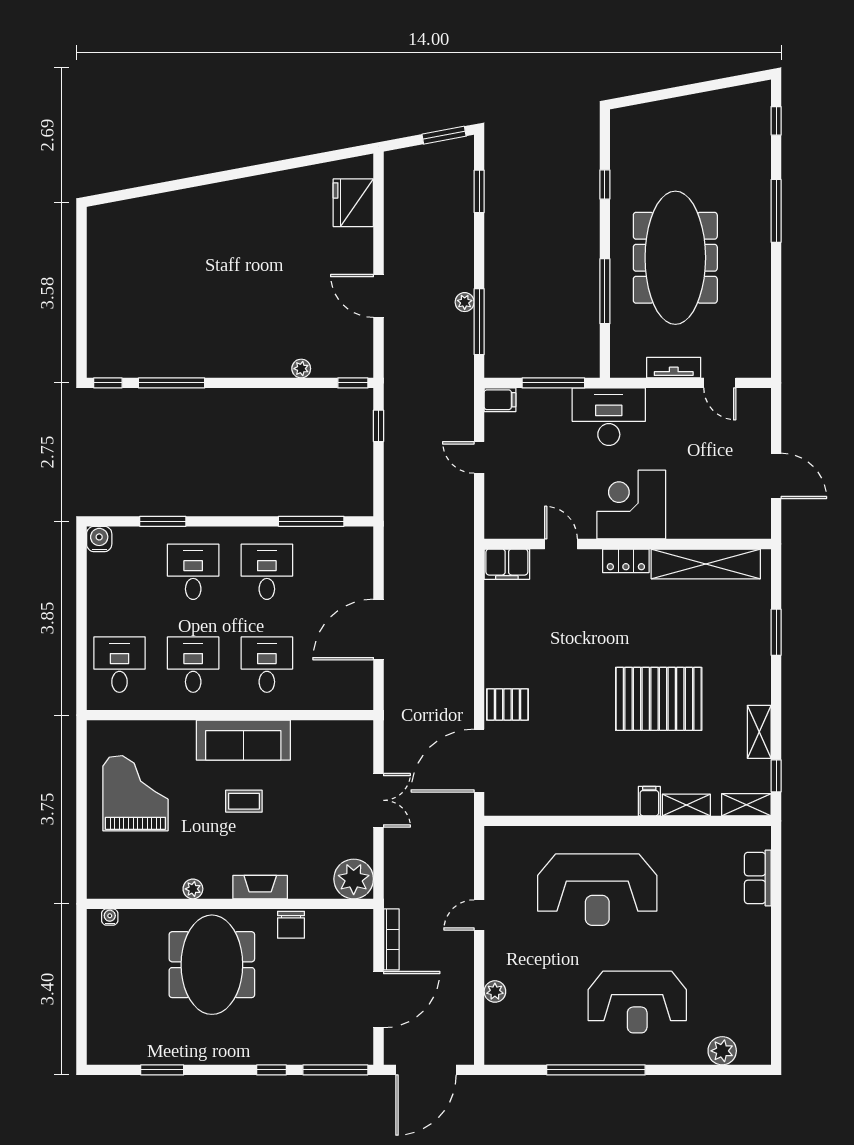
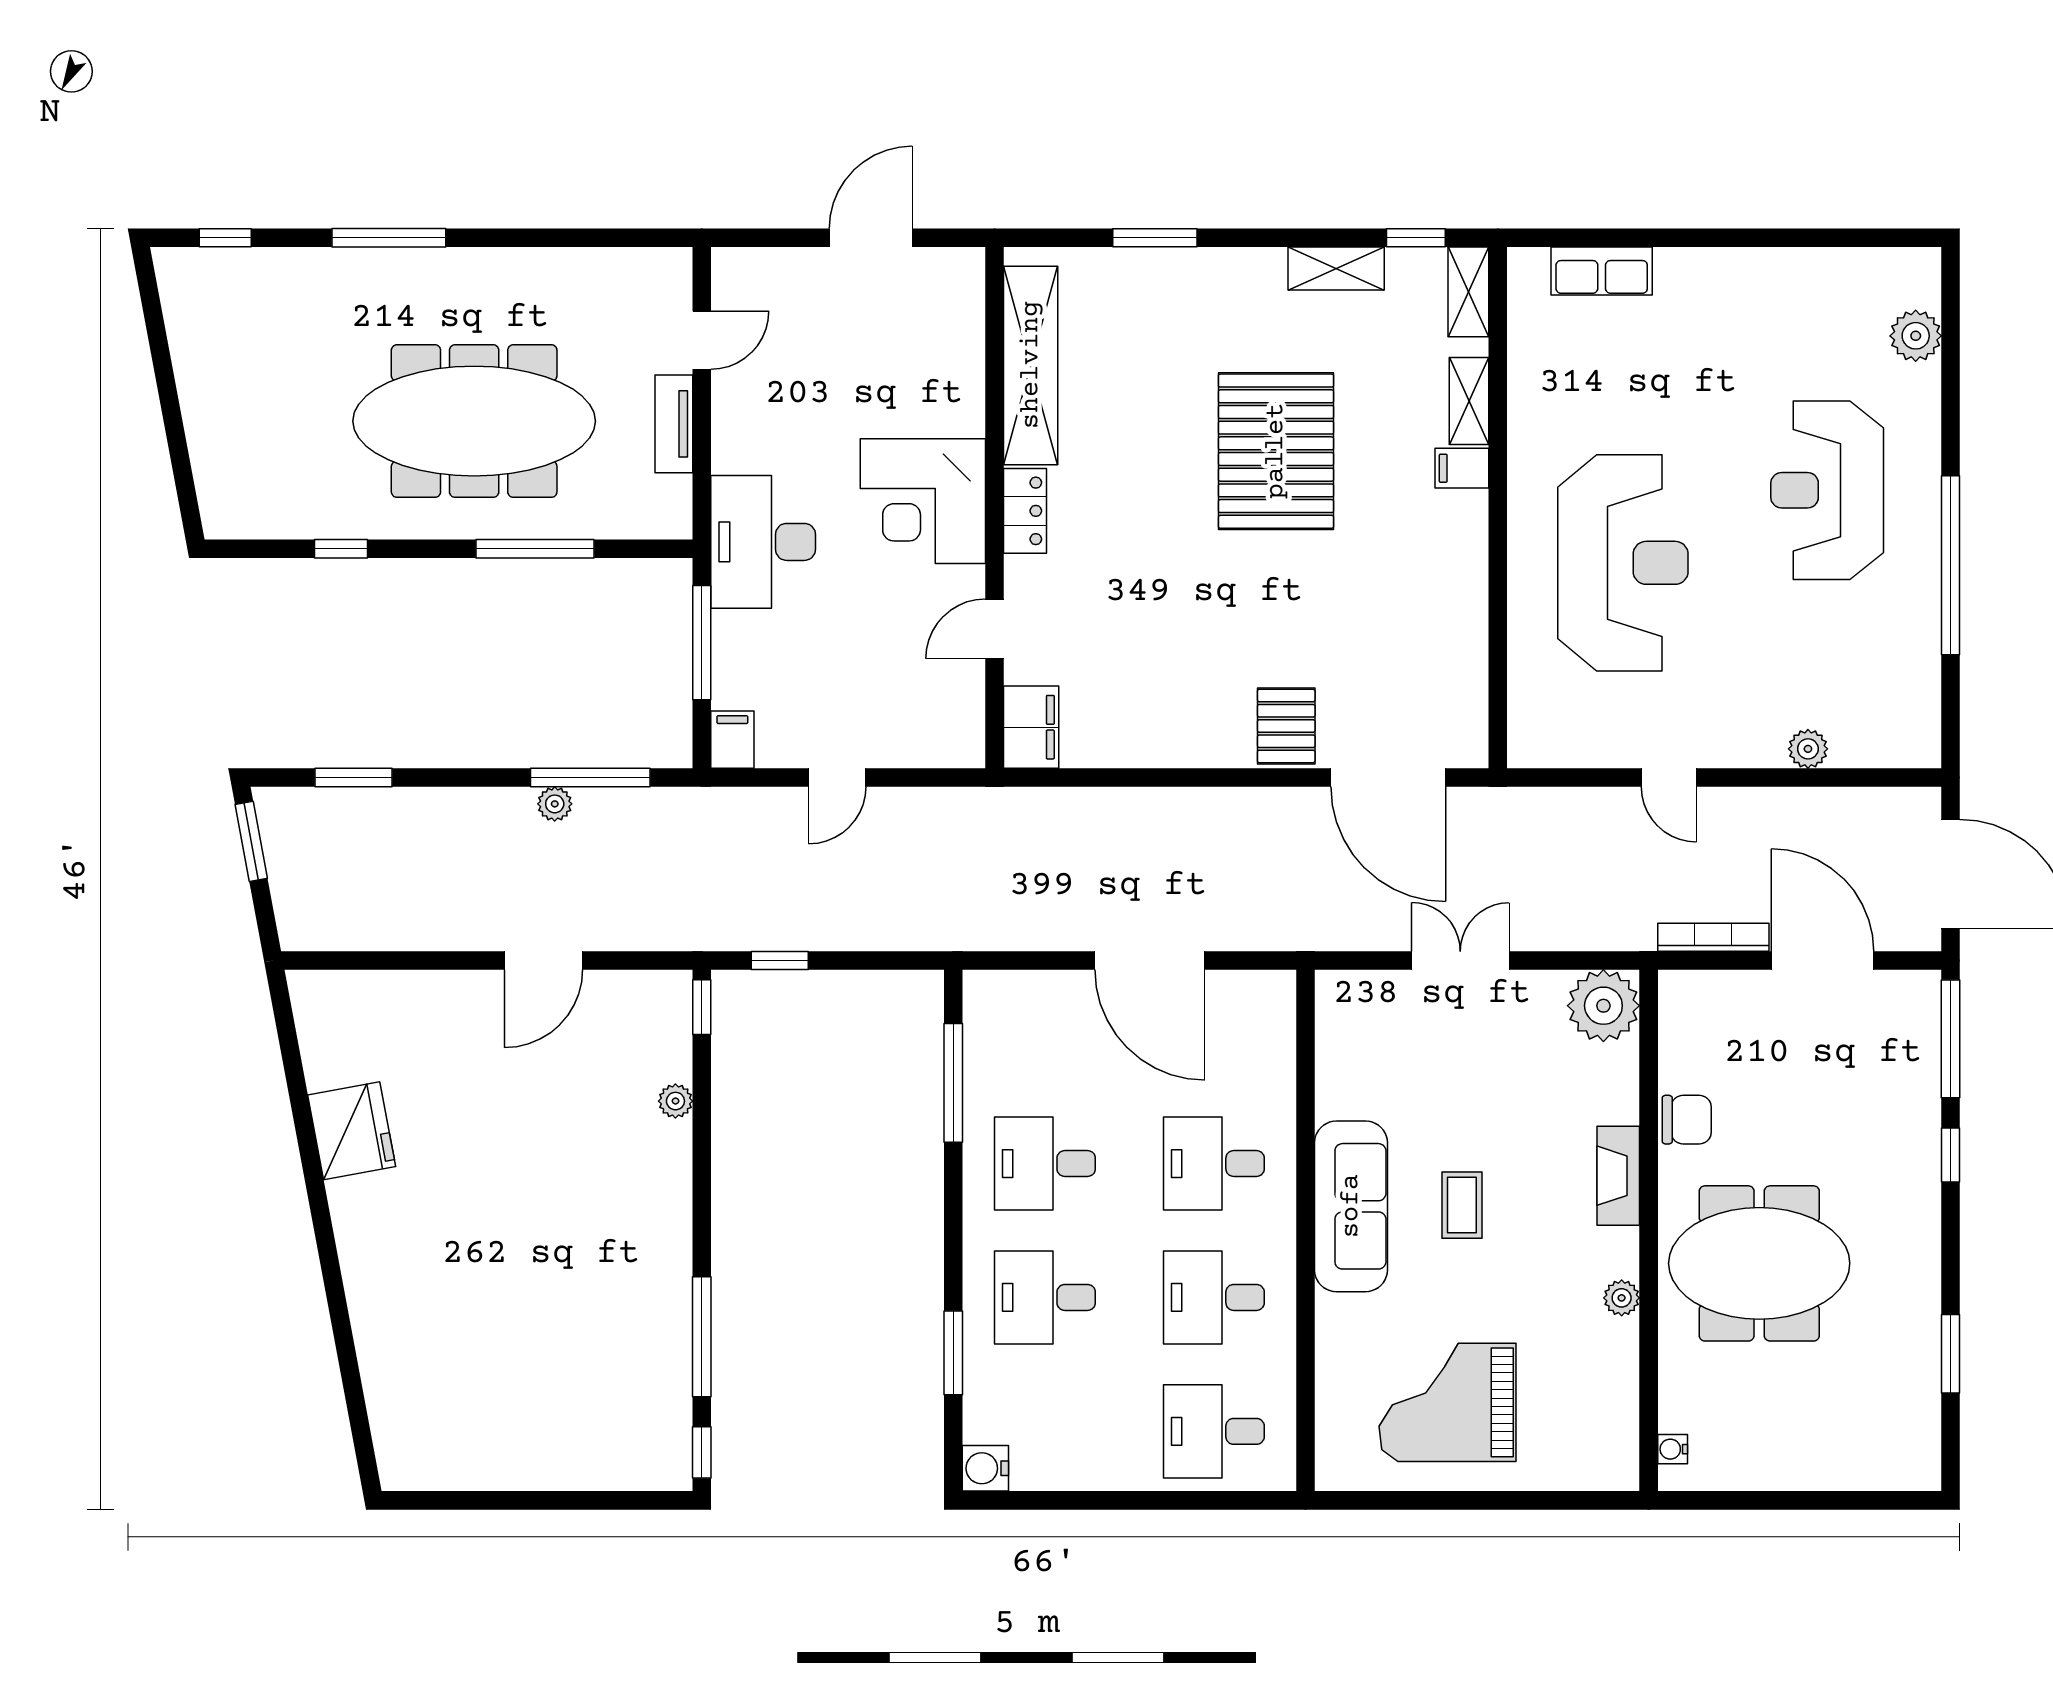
fridge: (353, 203) -> (352, 1131), moved, turned -101
reception desk: (637, 1002) -> (1827, 490), turned 180

